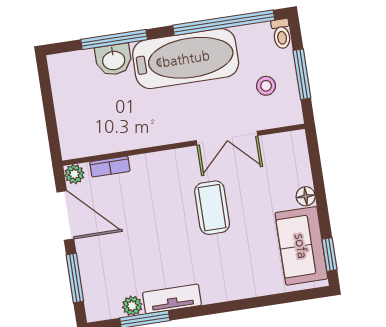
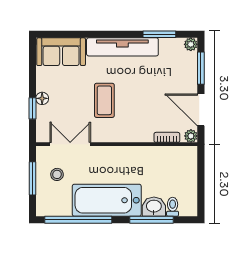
toilet: (281, 34) -> (173, 207), moved
double door: (227, 138) -> (70, 144), moved
sofa: (301, 246) -> (61, 52), moved, turned 90
window: (329, 254) -> (32, 108), moved
tv unit: (172, 299) -> (122, 47), width x1.92, depth x1.29
plant: (132, 306) -> (191, 44), moved

